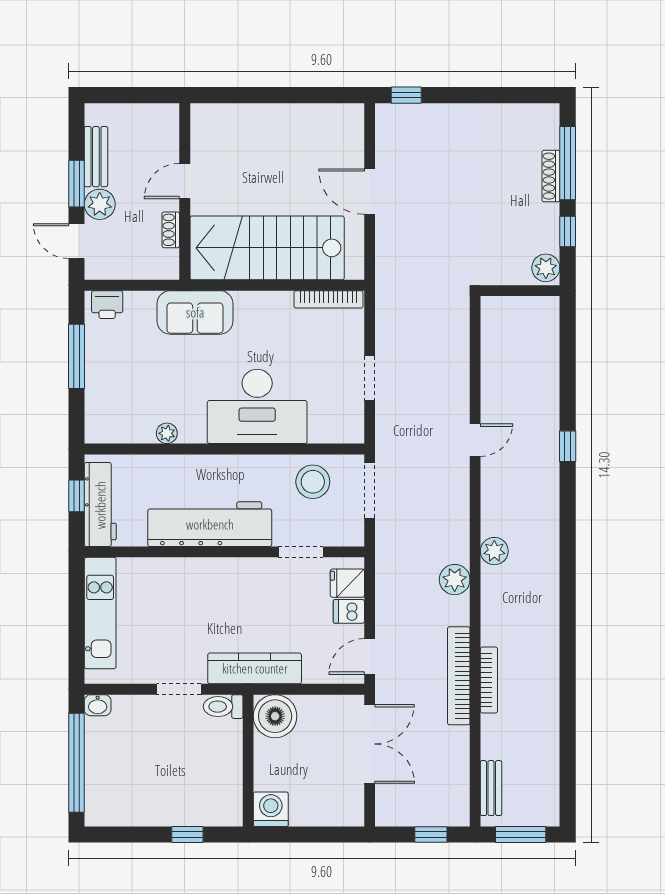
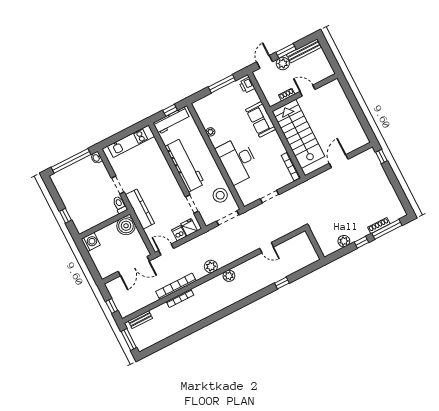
bench: (96, 157) -> (304, 51), width x1.36
wall: (520, 291) -> (315, 244), moved

